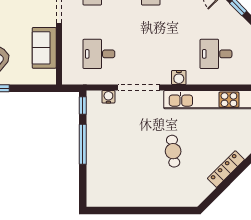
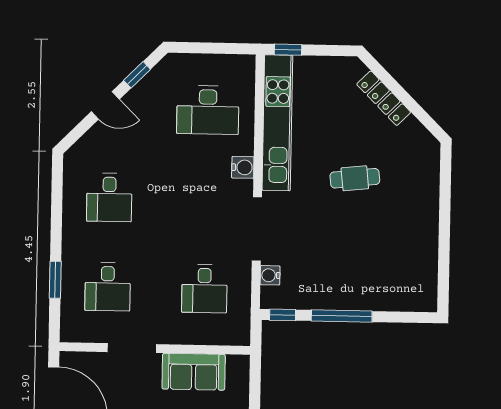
desk: (216, 54) -> (208, 110), width x1.37

